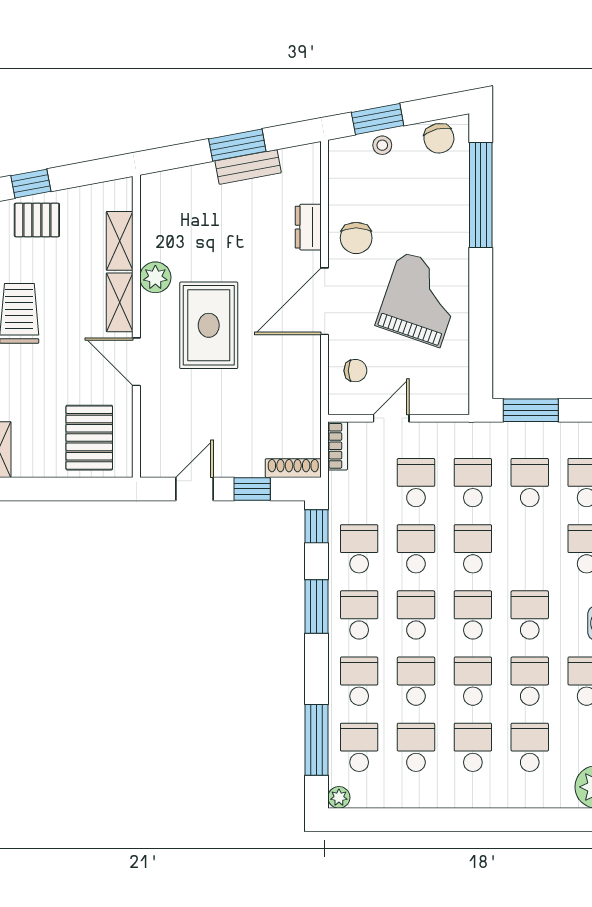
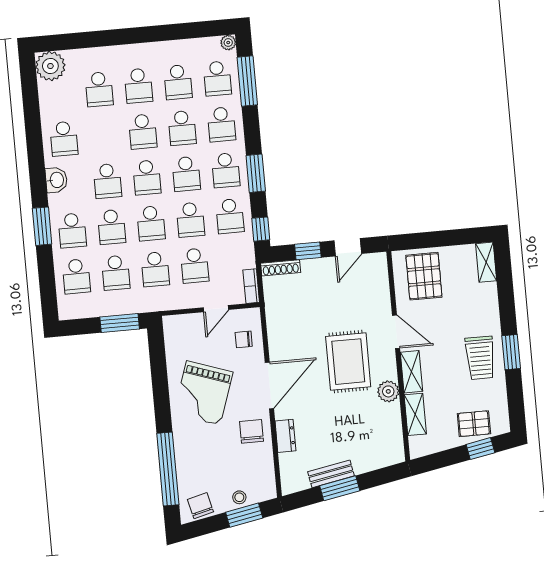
school desk: (530, 681) -> (112, 227), moved

